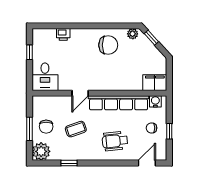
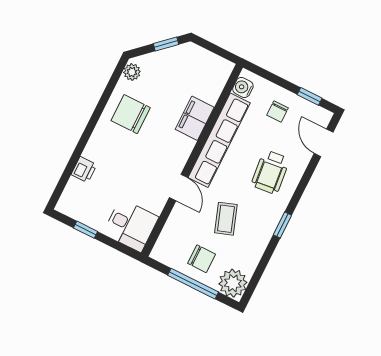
window: (151, 38) -> (166, 44), moved
chair: (108, 45) -> (131, 114), turned -90
filing cabinet: (155, 83) -> (195, 118), moved
window: (30, 129) -> (193, 284), width x1.44
window: (169, 131) -> (310, 96), moved
window: (69, 163) -> (282, 225), moved

